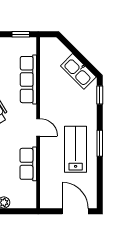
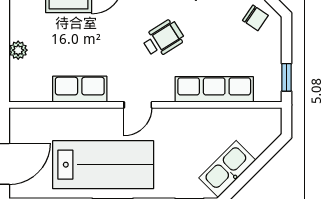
lab bench: (76, 149) -> (103, 165), width x1.36, depth x1.39

